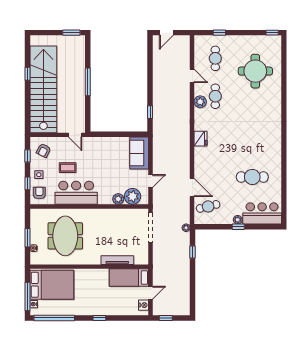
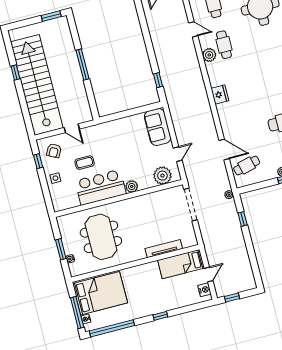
door: (75, 135) -> (72, 128), moved
window: (28, 183) -> (46, 191), removed
armchair: (39, 193) -> (61, 198), removed
plant: (118, 199) -> (132, 186), moved

